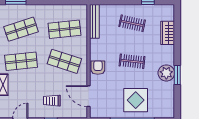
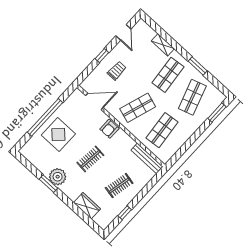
armchair: (98, 68) -> (109, 129), turned 90

